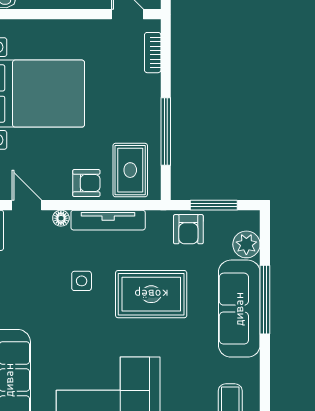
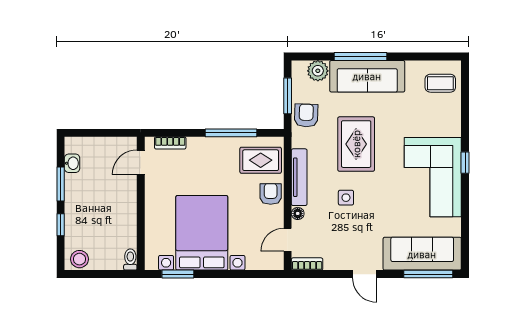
armchair: (188, 229) -> (306, 115), turned -88

